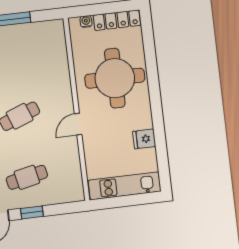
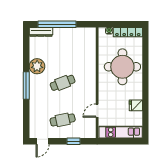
door: (78, 124) -> (97, 111), moved
window: (32, 212) -> (74, 141), moved

